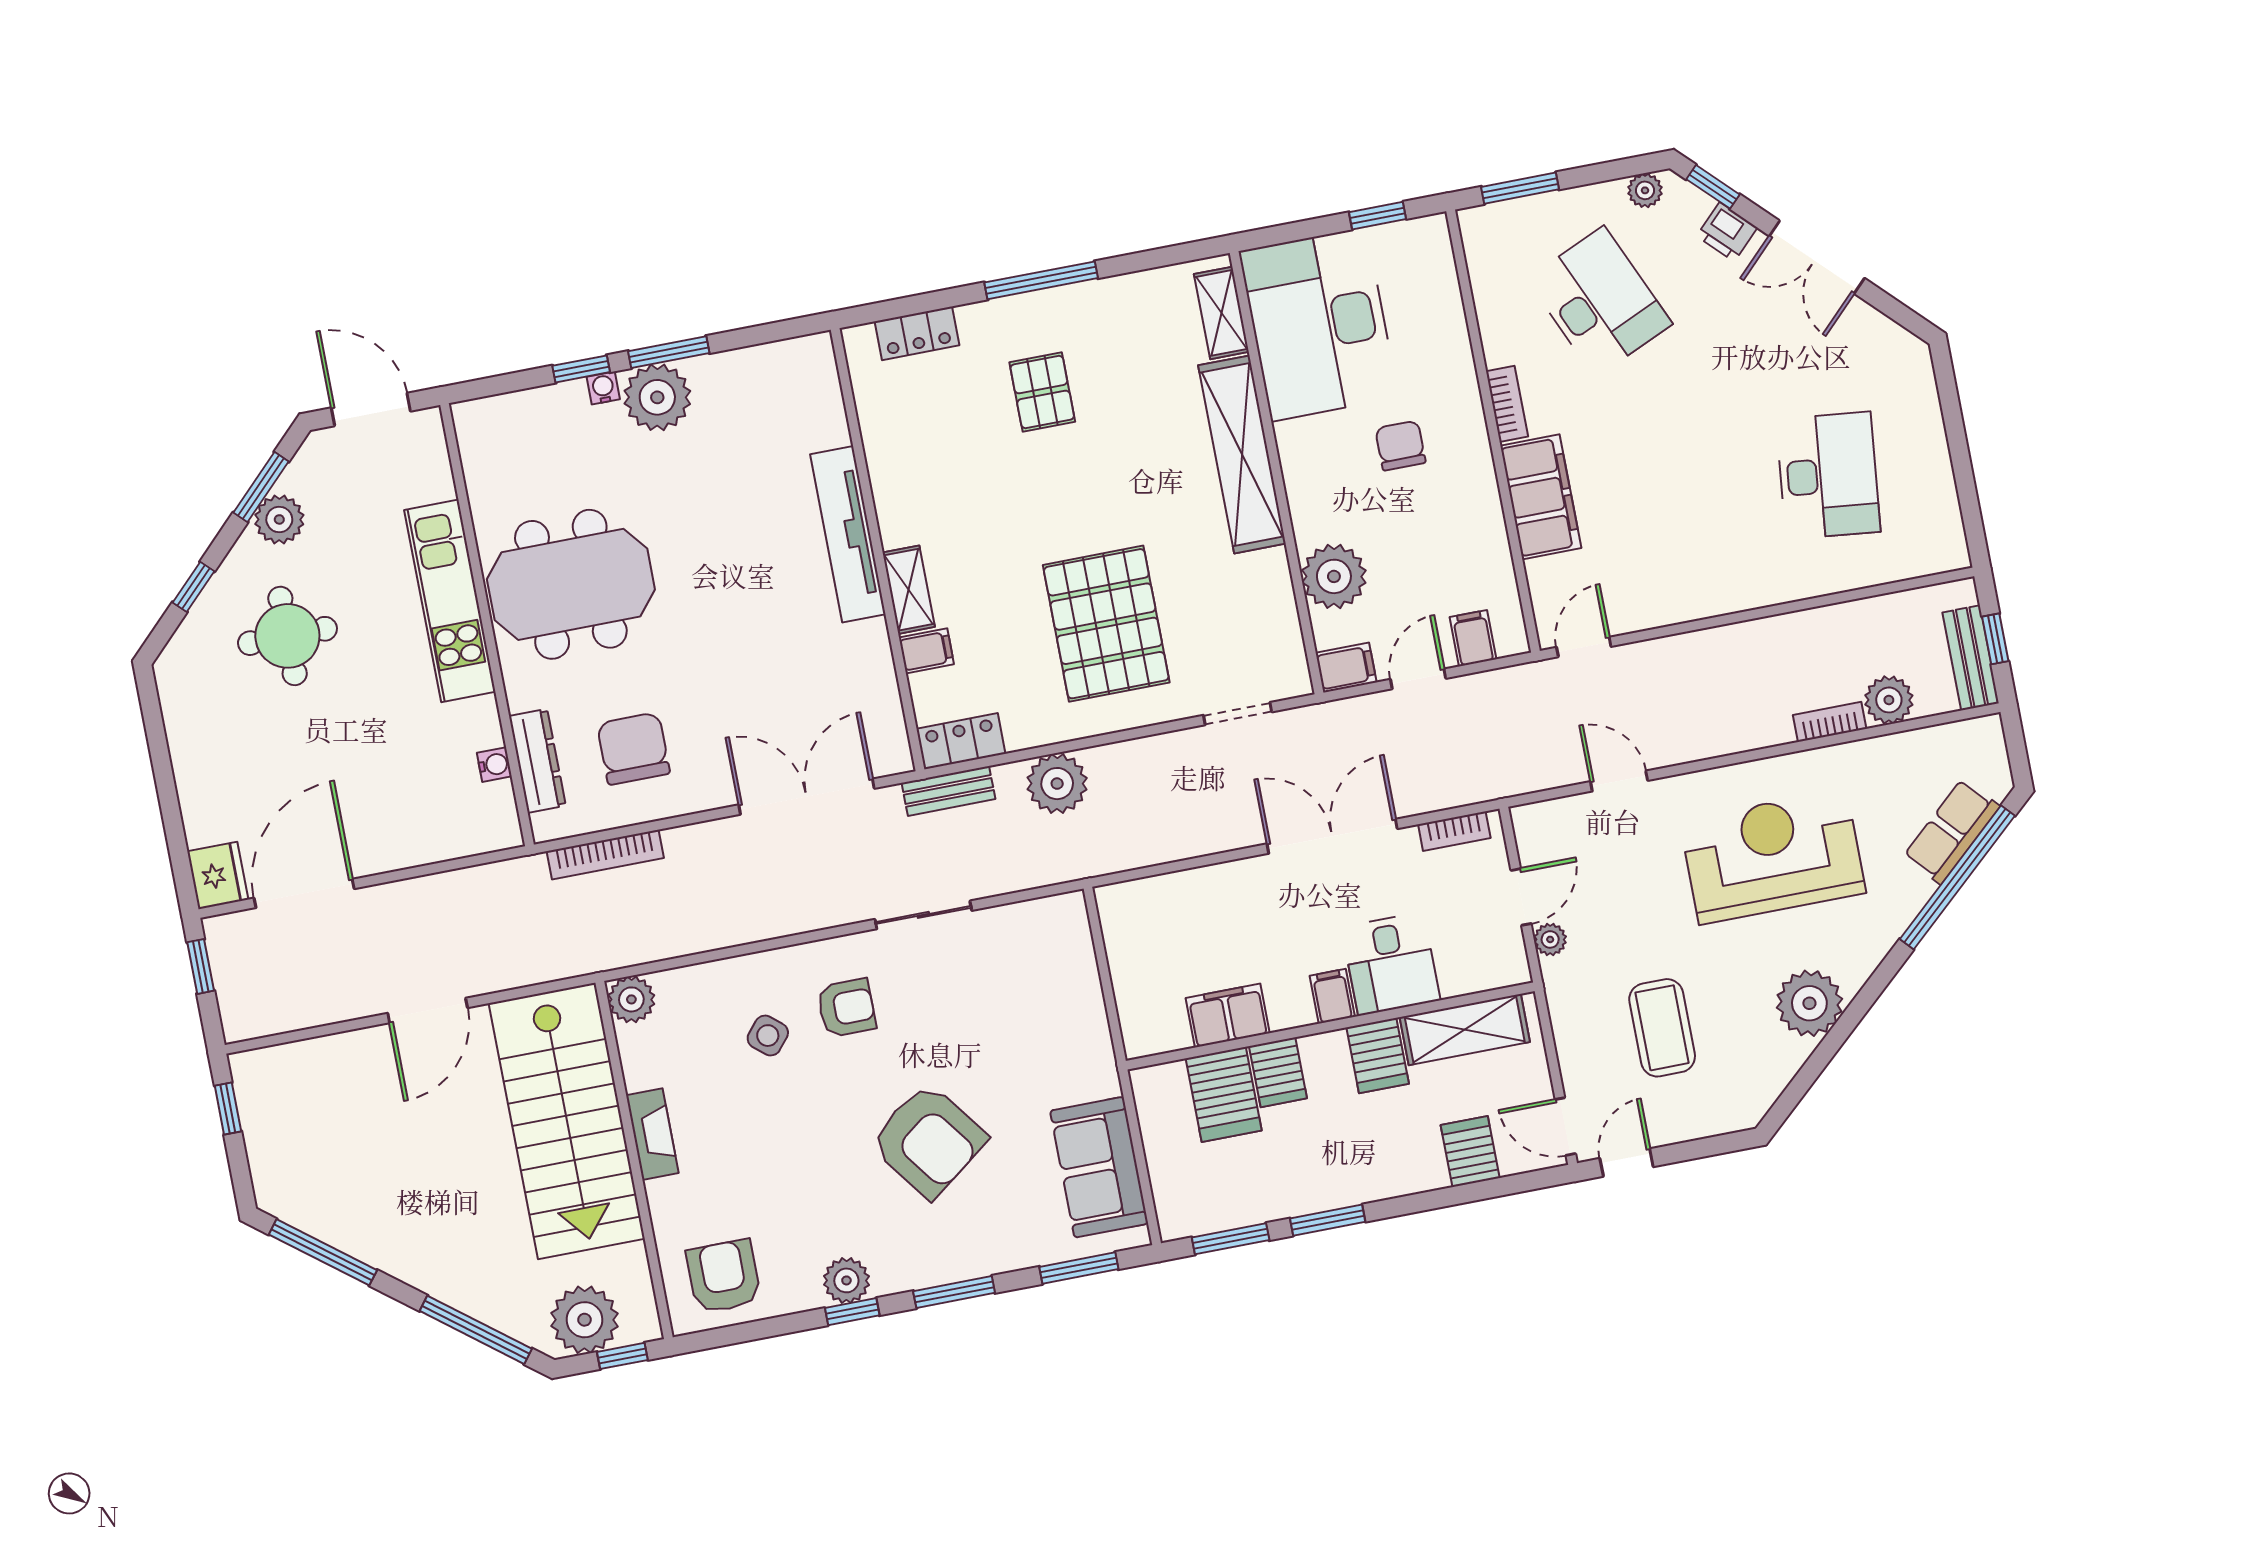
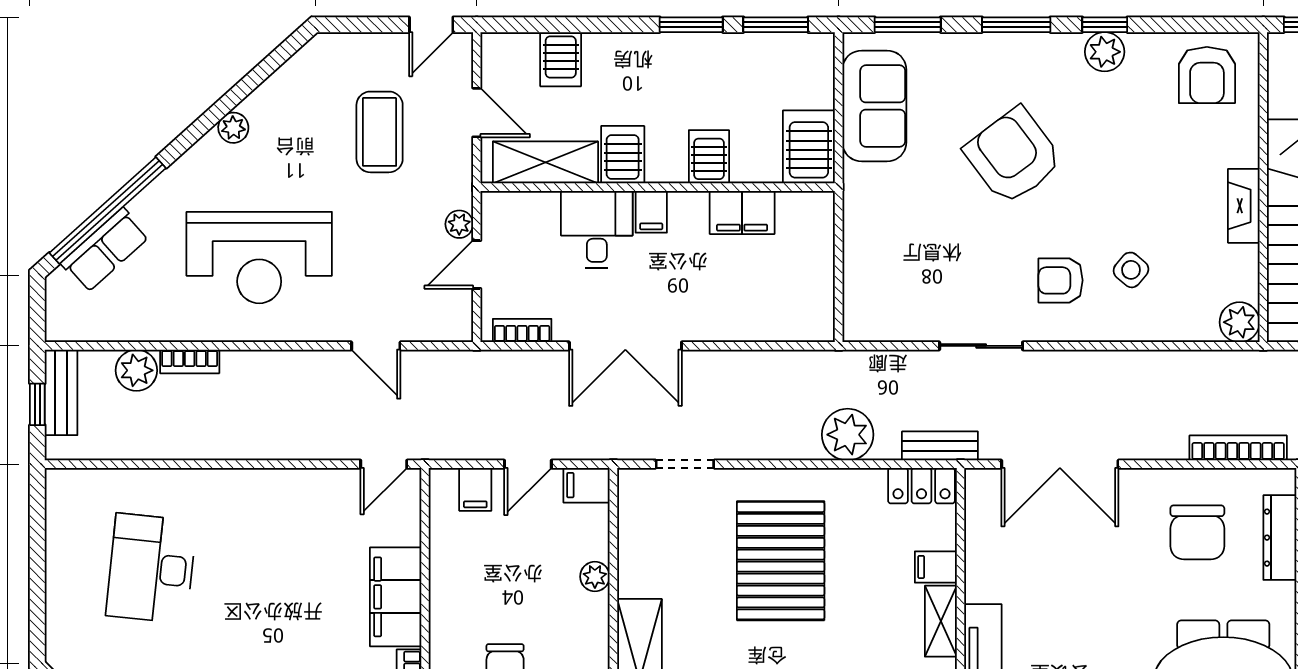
plant: (1334, 576) -> (595, 577), width x0.53, depth x0.53
plant: (1809, 1003) -> (233, 128), width x0.53, depth x0.53
server rack: (1224, 1094) -> (809, 147), moved
door: (1565, 1127) -> (477, 113), moved

